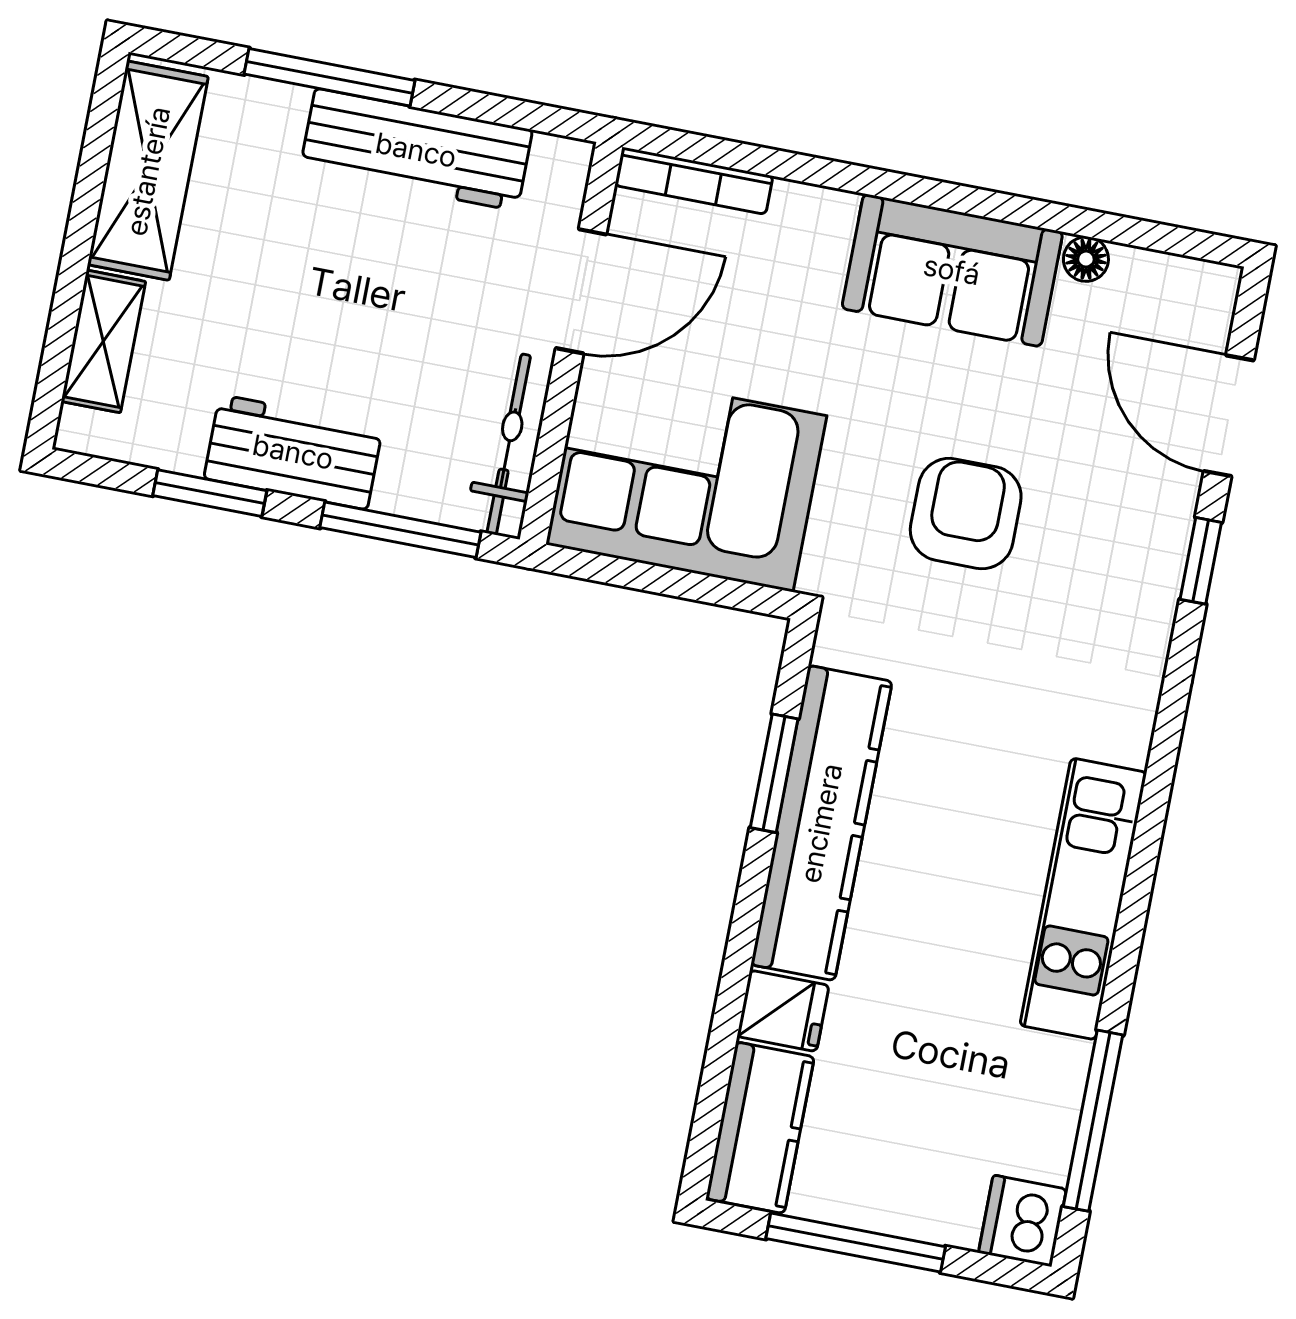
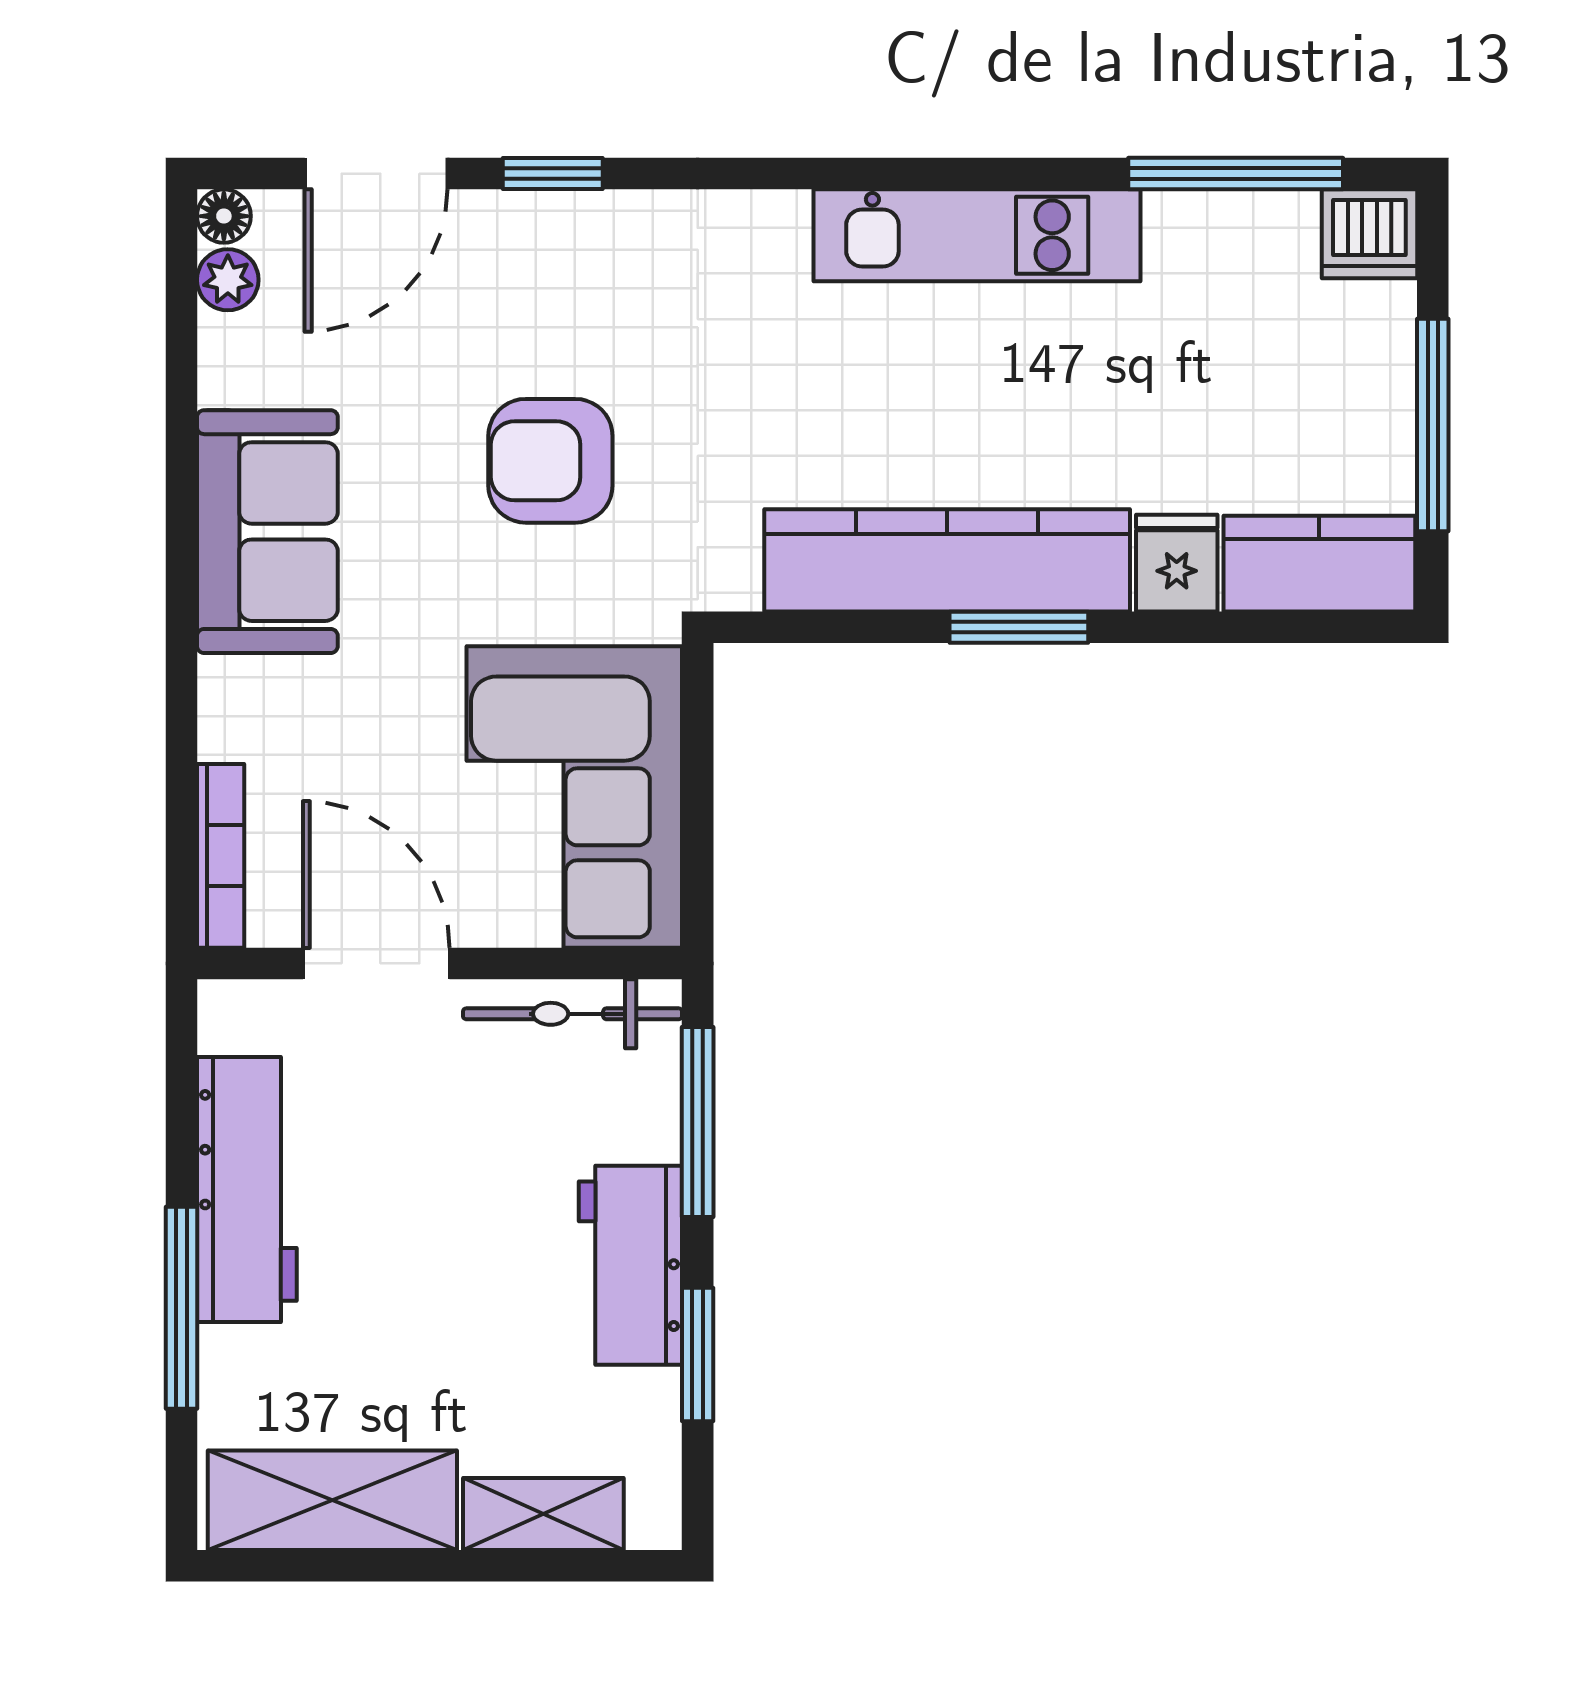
floor lamp: (1086, 259) -> (224, 216), moved
plant: (1165, 278) -> (228, 280), added
window: (774, 773) -> (1019, 627), moved

